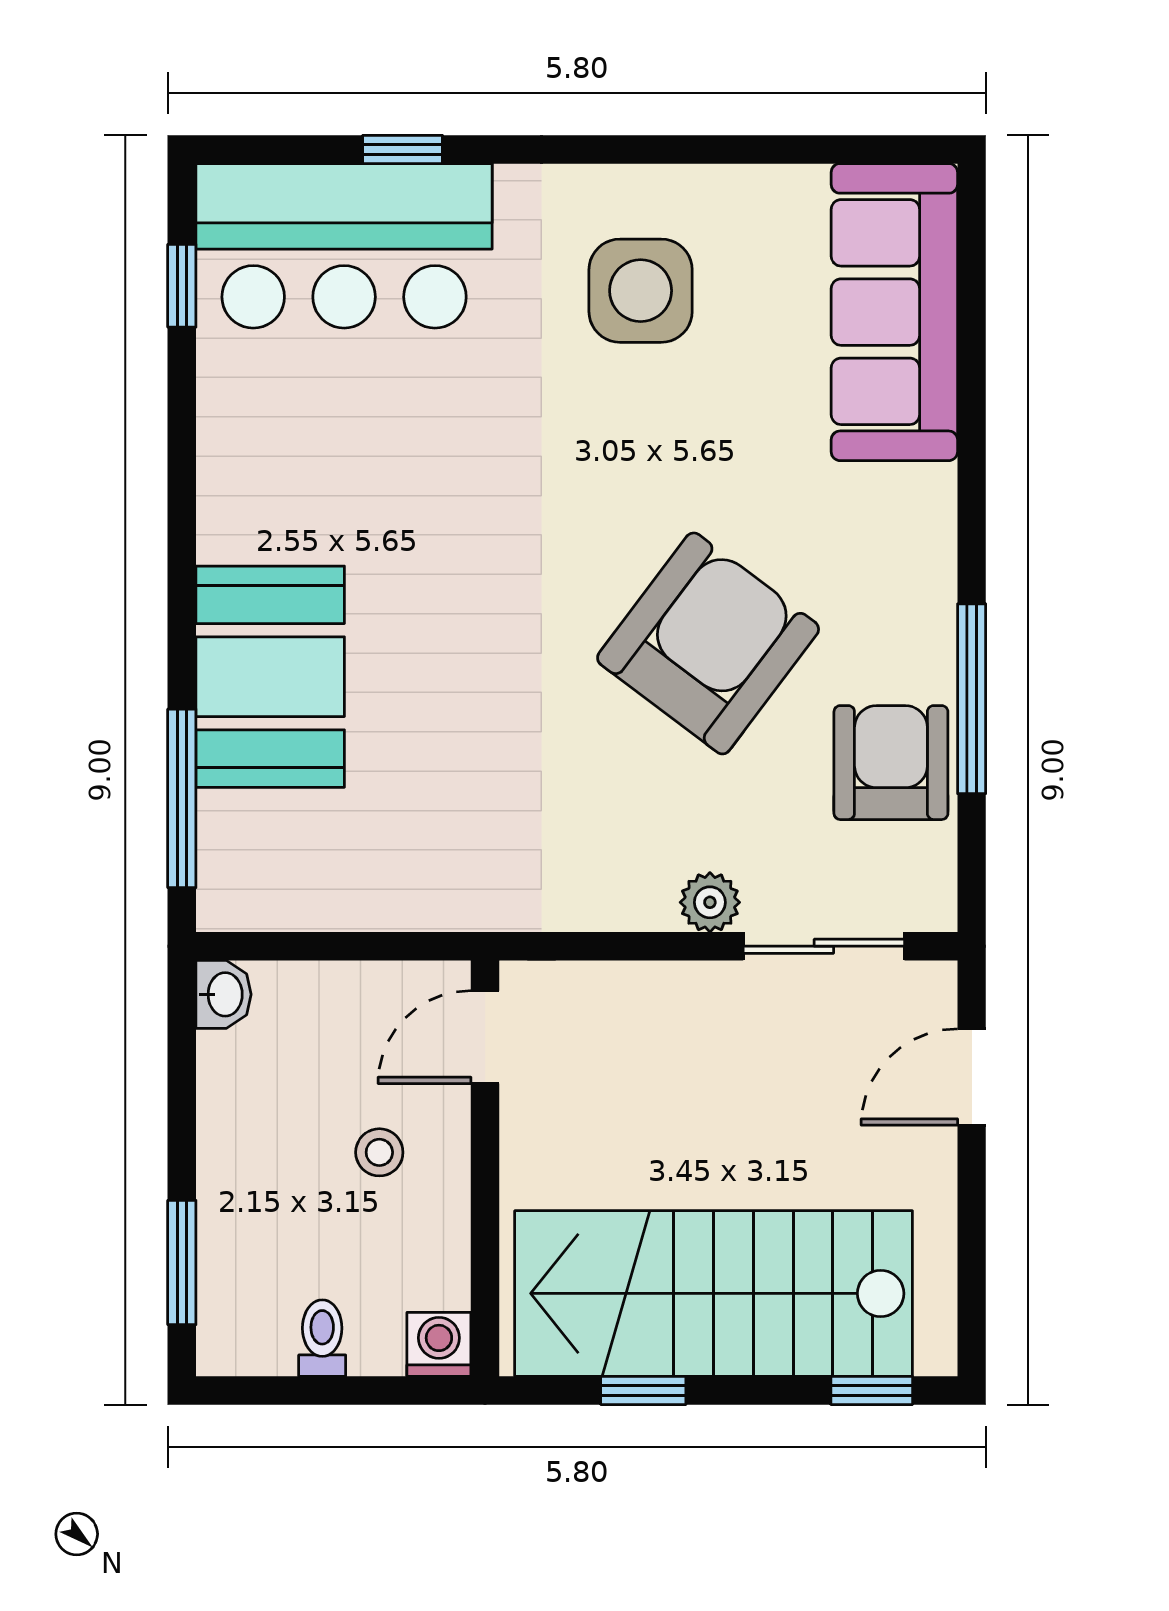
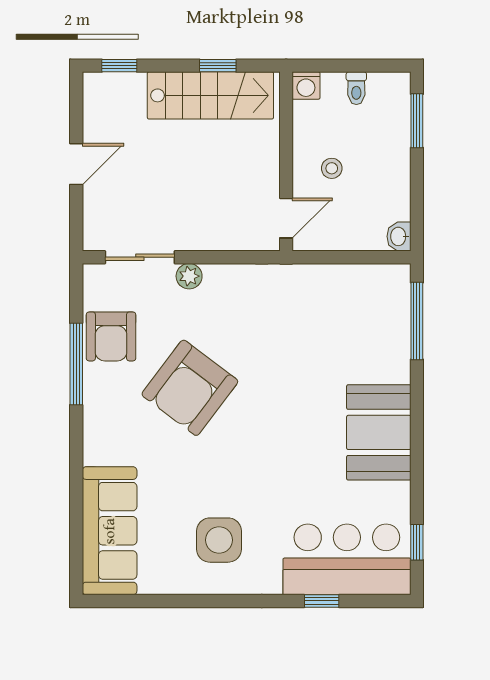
booth: (270, 677) -> (379, 432), moved
door: (972, 1077) -> (76, 164), moved
stairs: (714, 1293) -> (210, 95), width x0.73, depth x0.66

